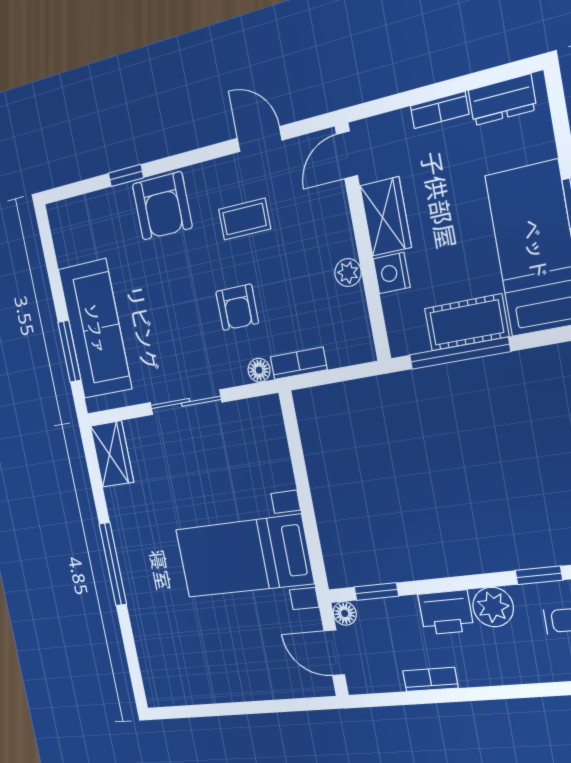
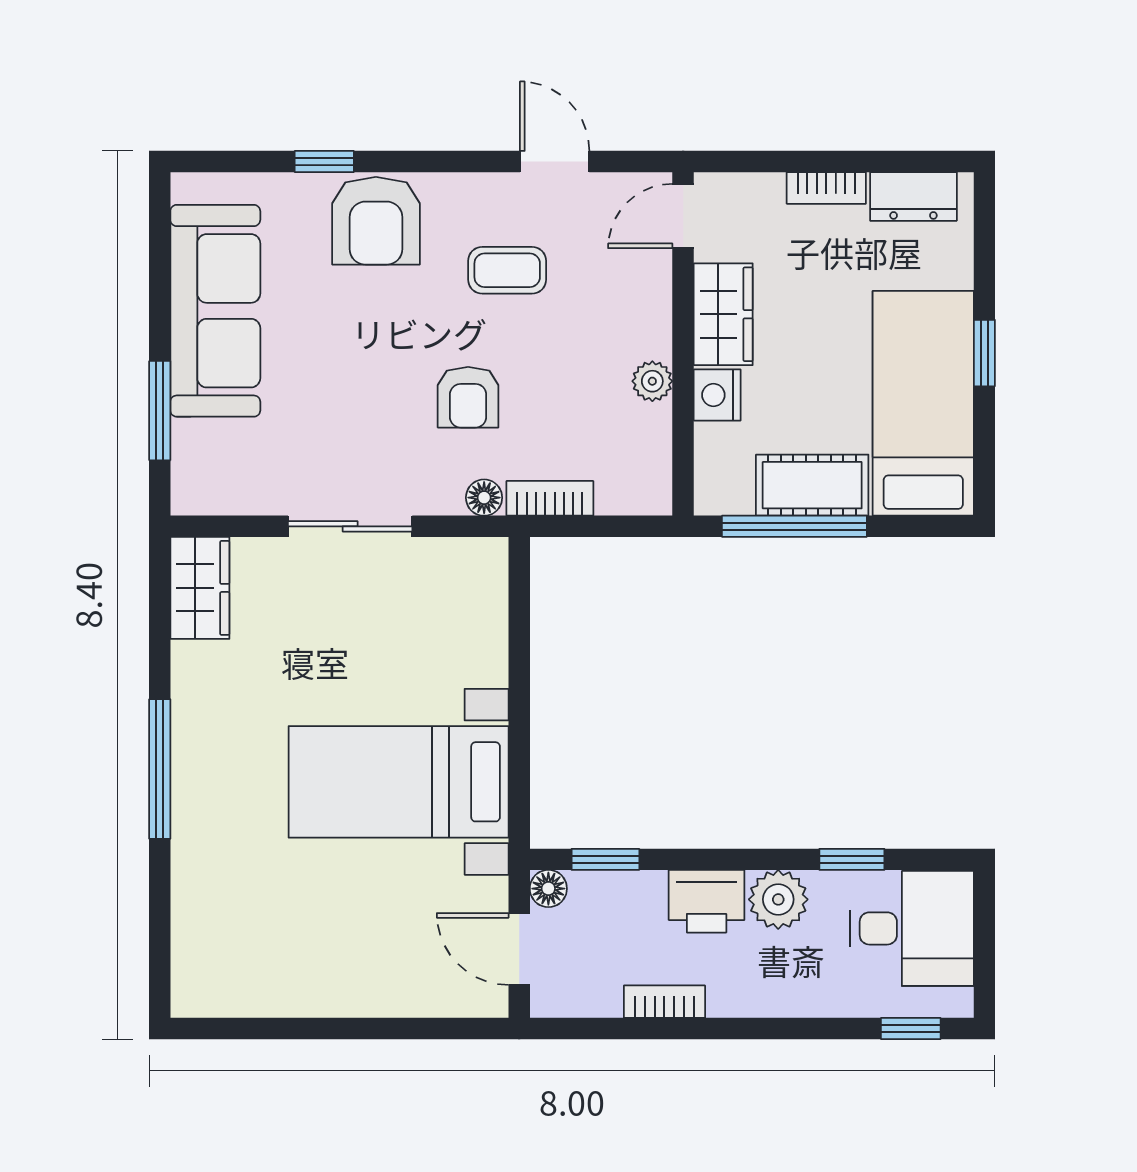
sofa: (95, 329) -> (215, 311), moved

